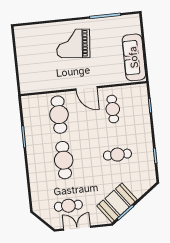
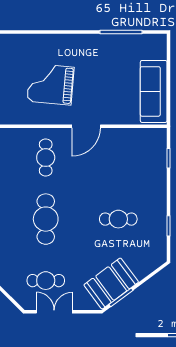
grand piano: (73, 44) -> (50, 84), moved
door: (86, 88) -> (86, 126), hinge flipped
cafe table: (113, 109) -> (118, 158), removed
cafe table: (59, 115) -> (46, 158), width x0.73, depth x0.74

